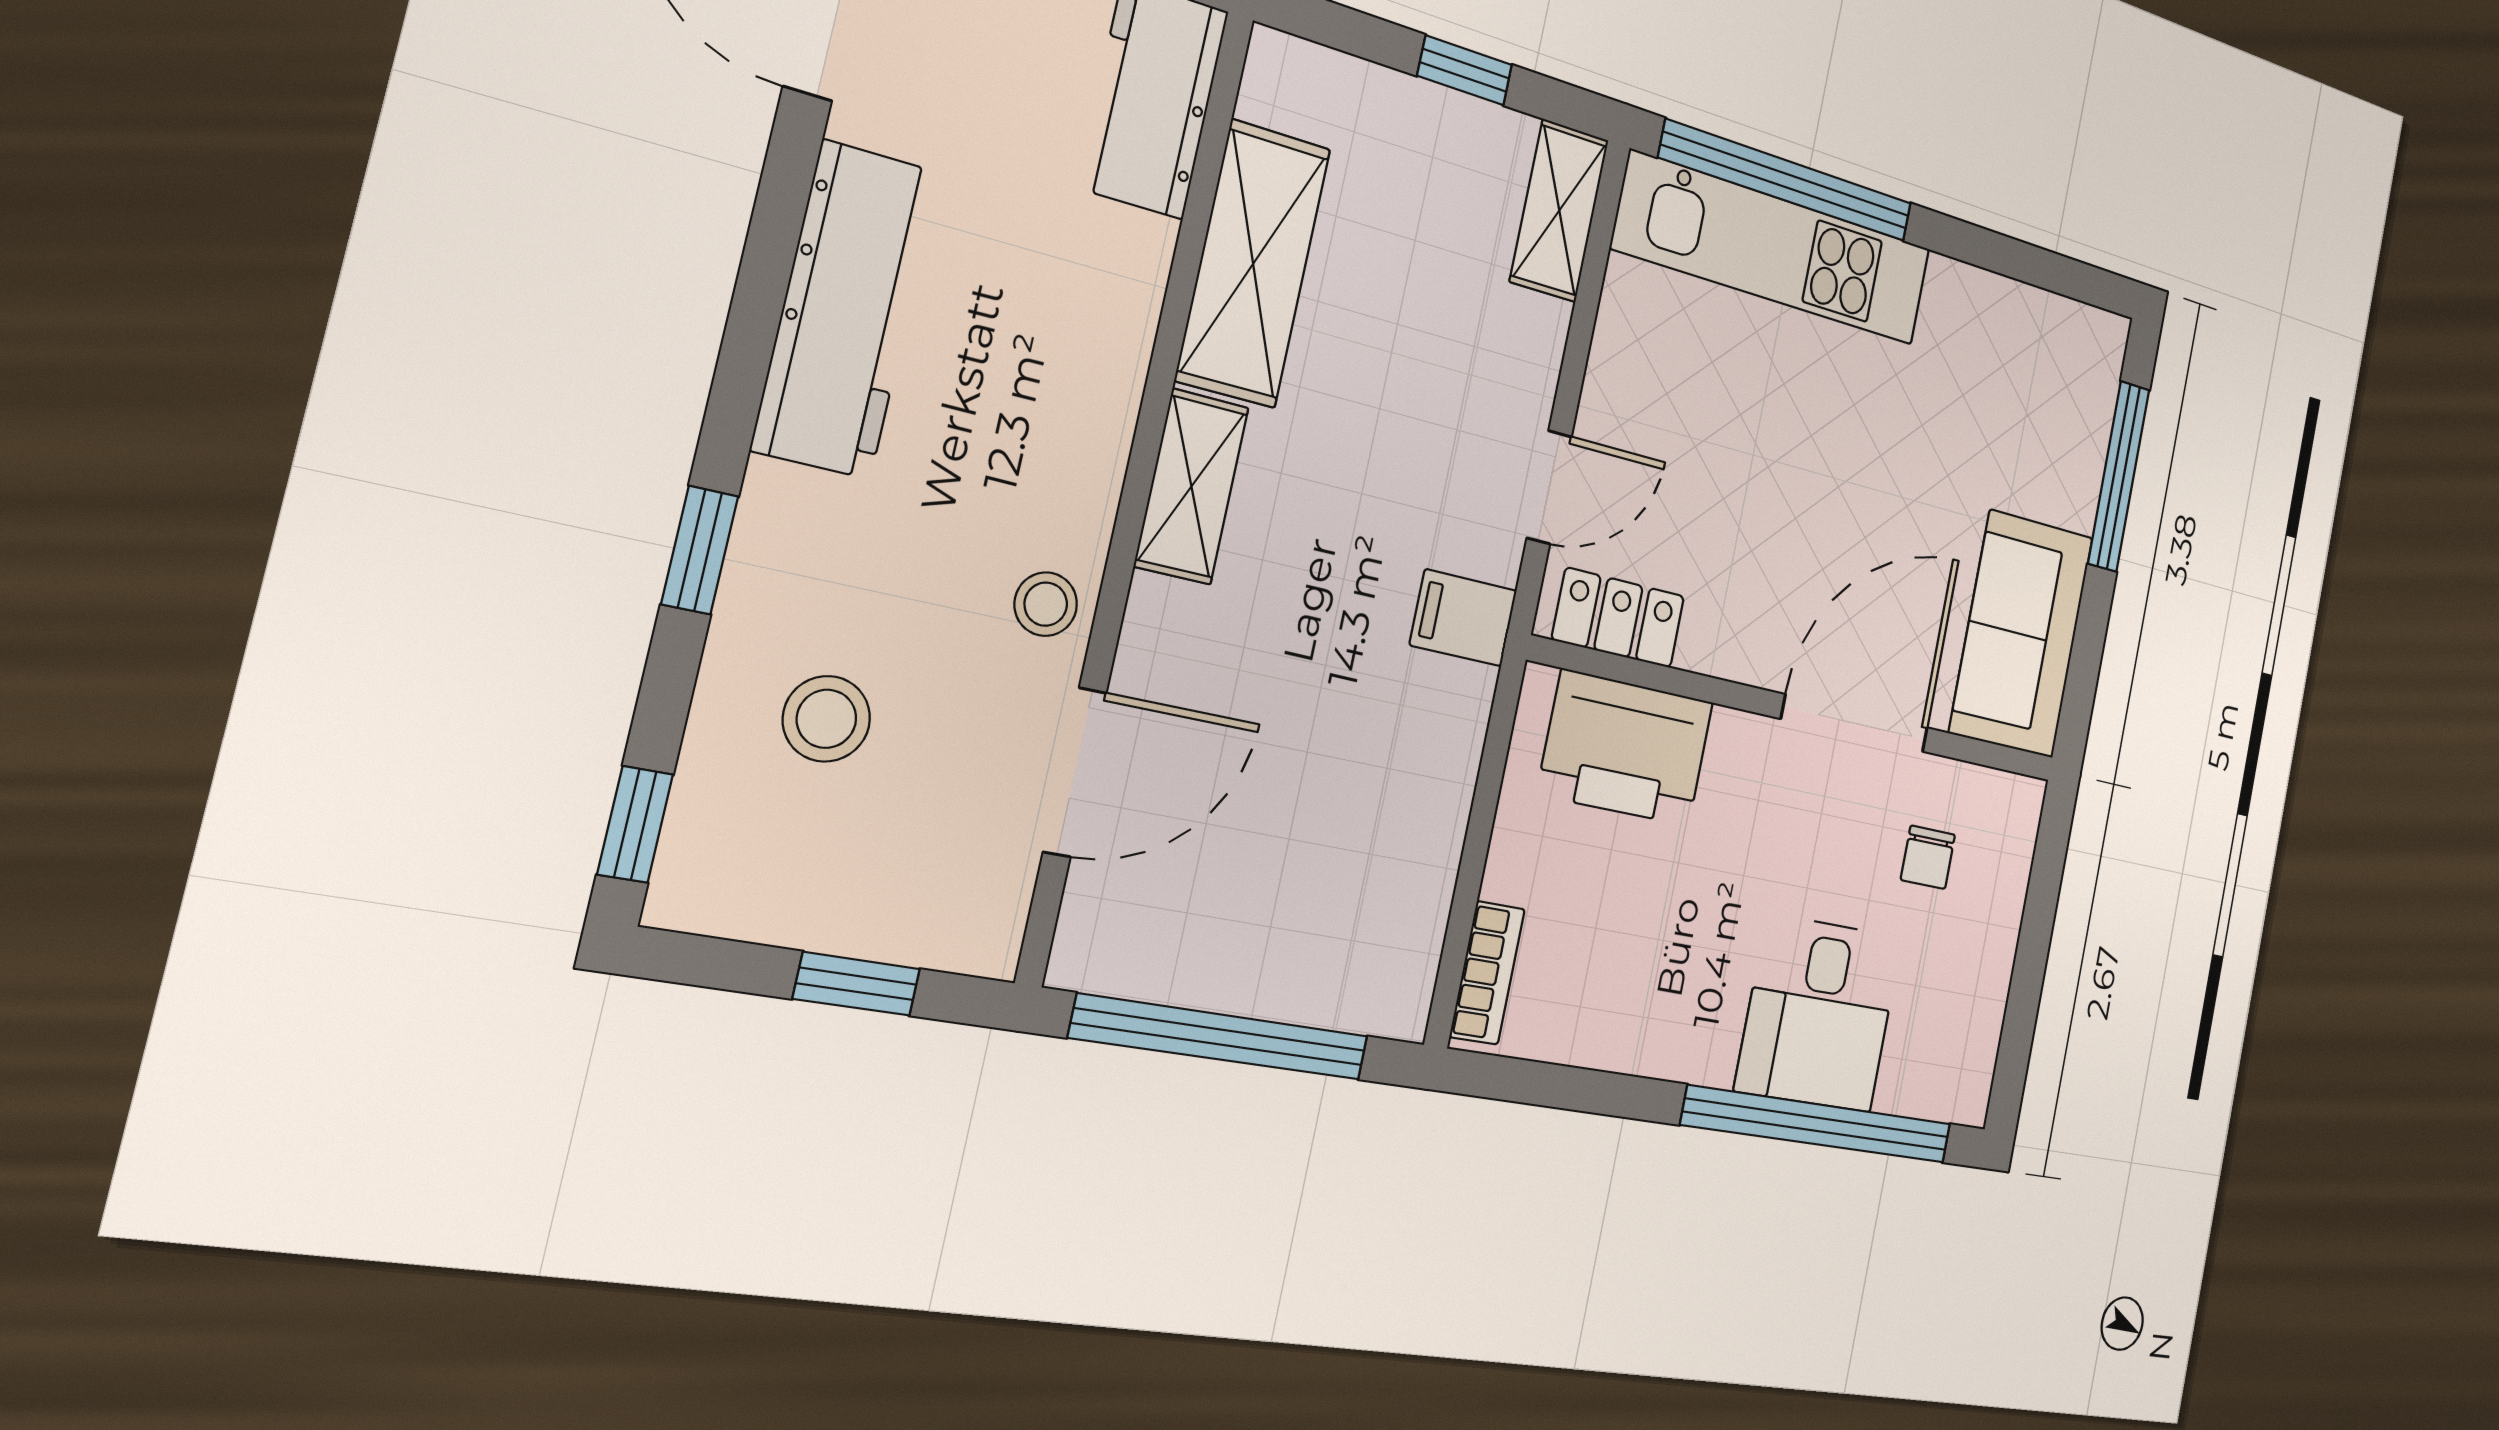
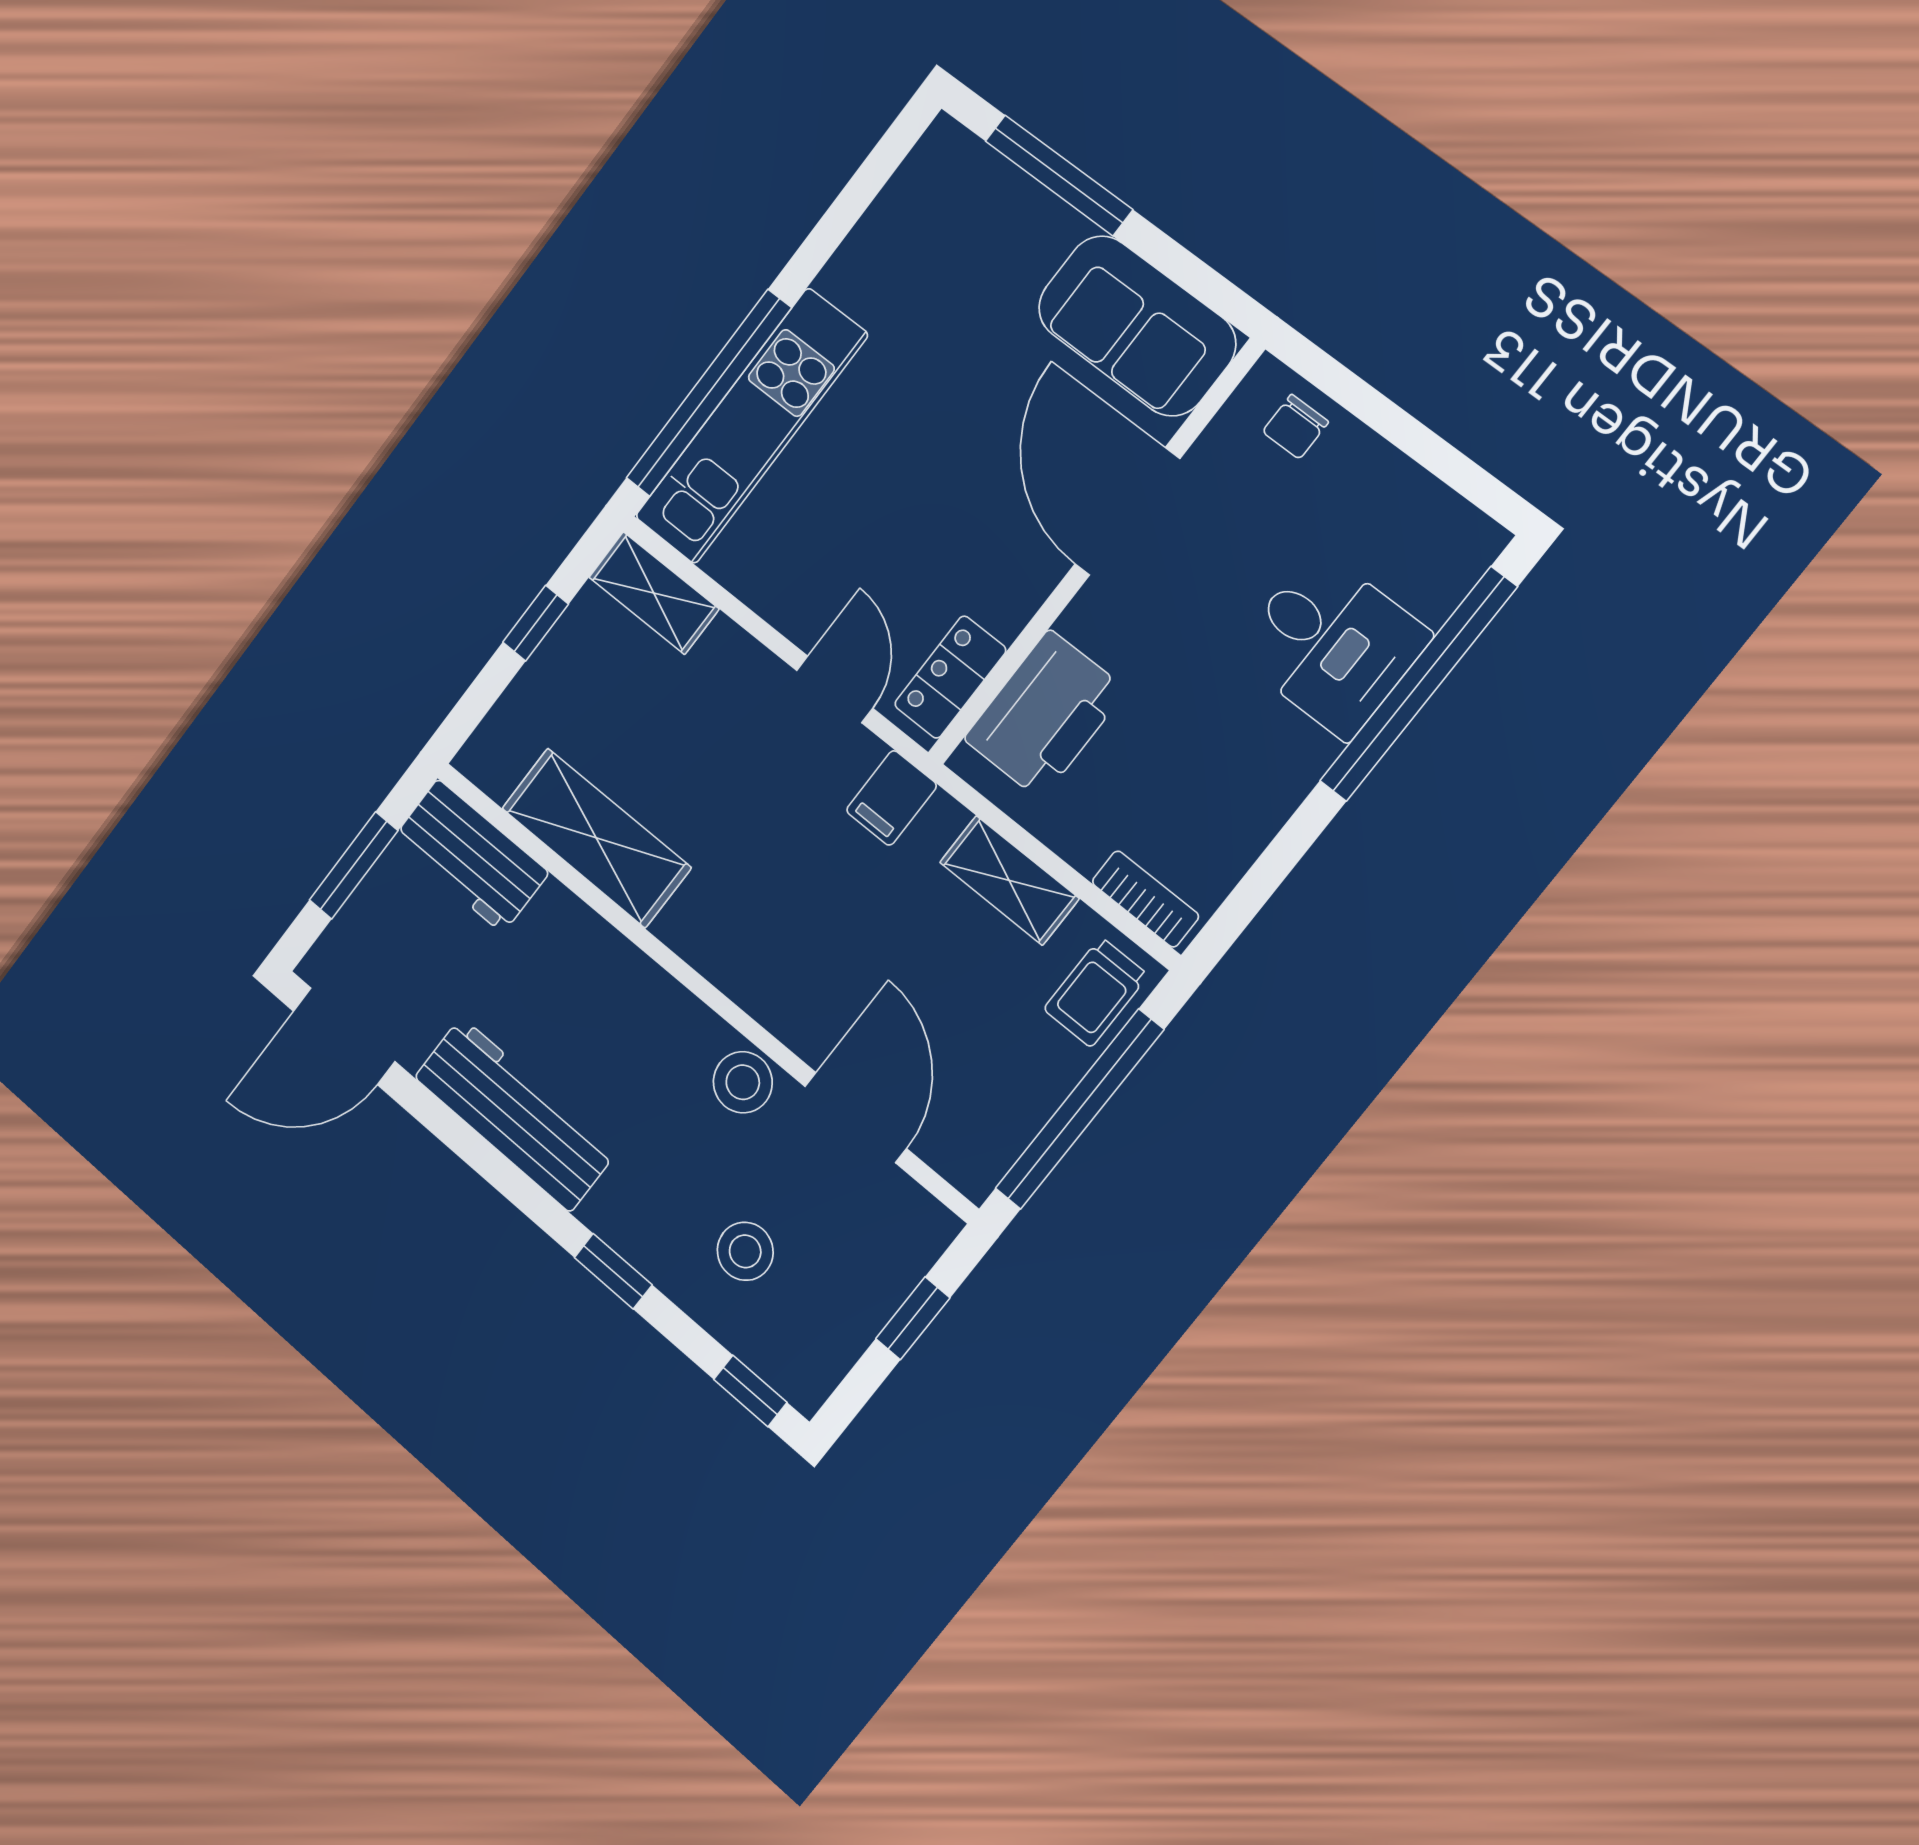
shelving: (1191, 487) -> (1009, 880), moved
stool: (1046, 604) -> (743, 1082), width x1.37, depth x1.37
chair: (1928, 857) -> (1295, 427), moved, turned 90
trolley: (1362, 977) -> (1096, 992), added

